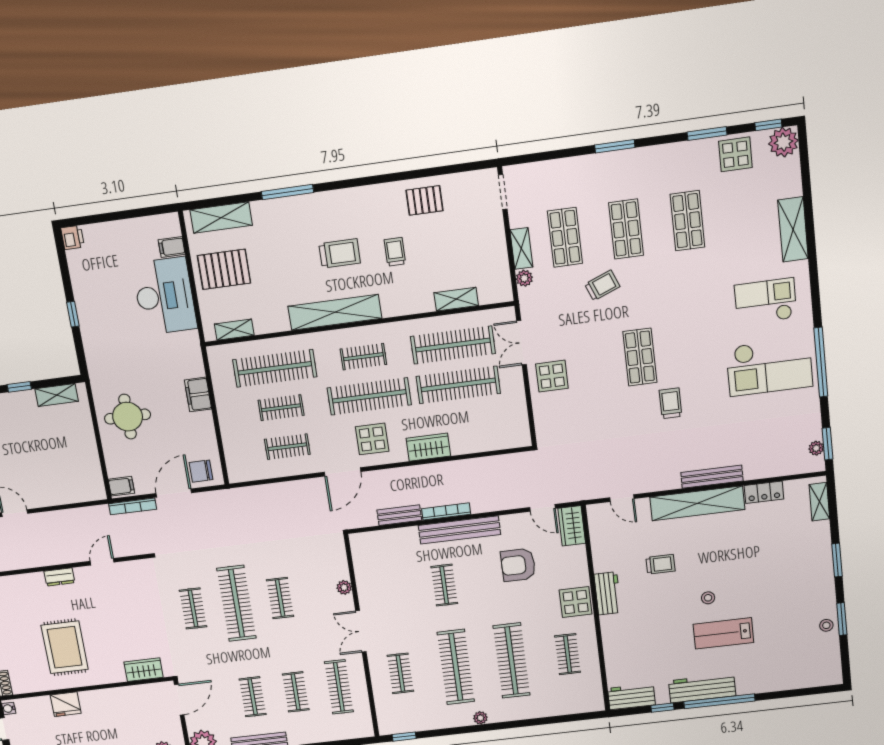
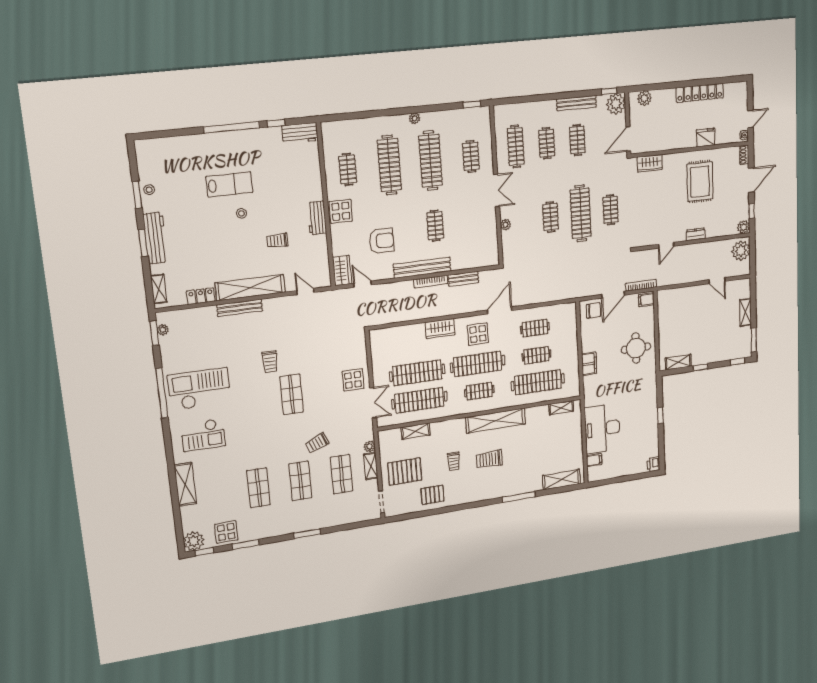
pallet: (224, 269) -> (405, 472), moved
workbench: (702, 688) -> (155, 238), moved, turned -90

